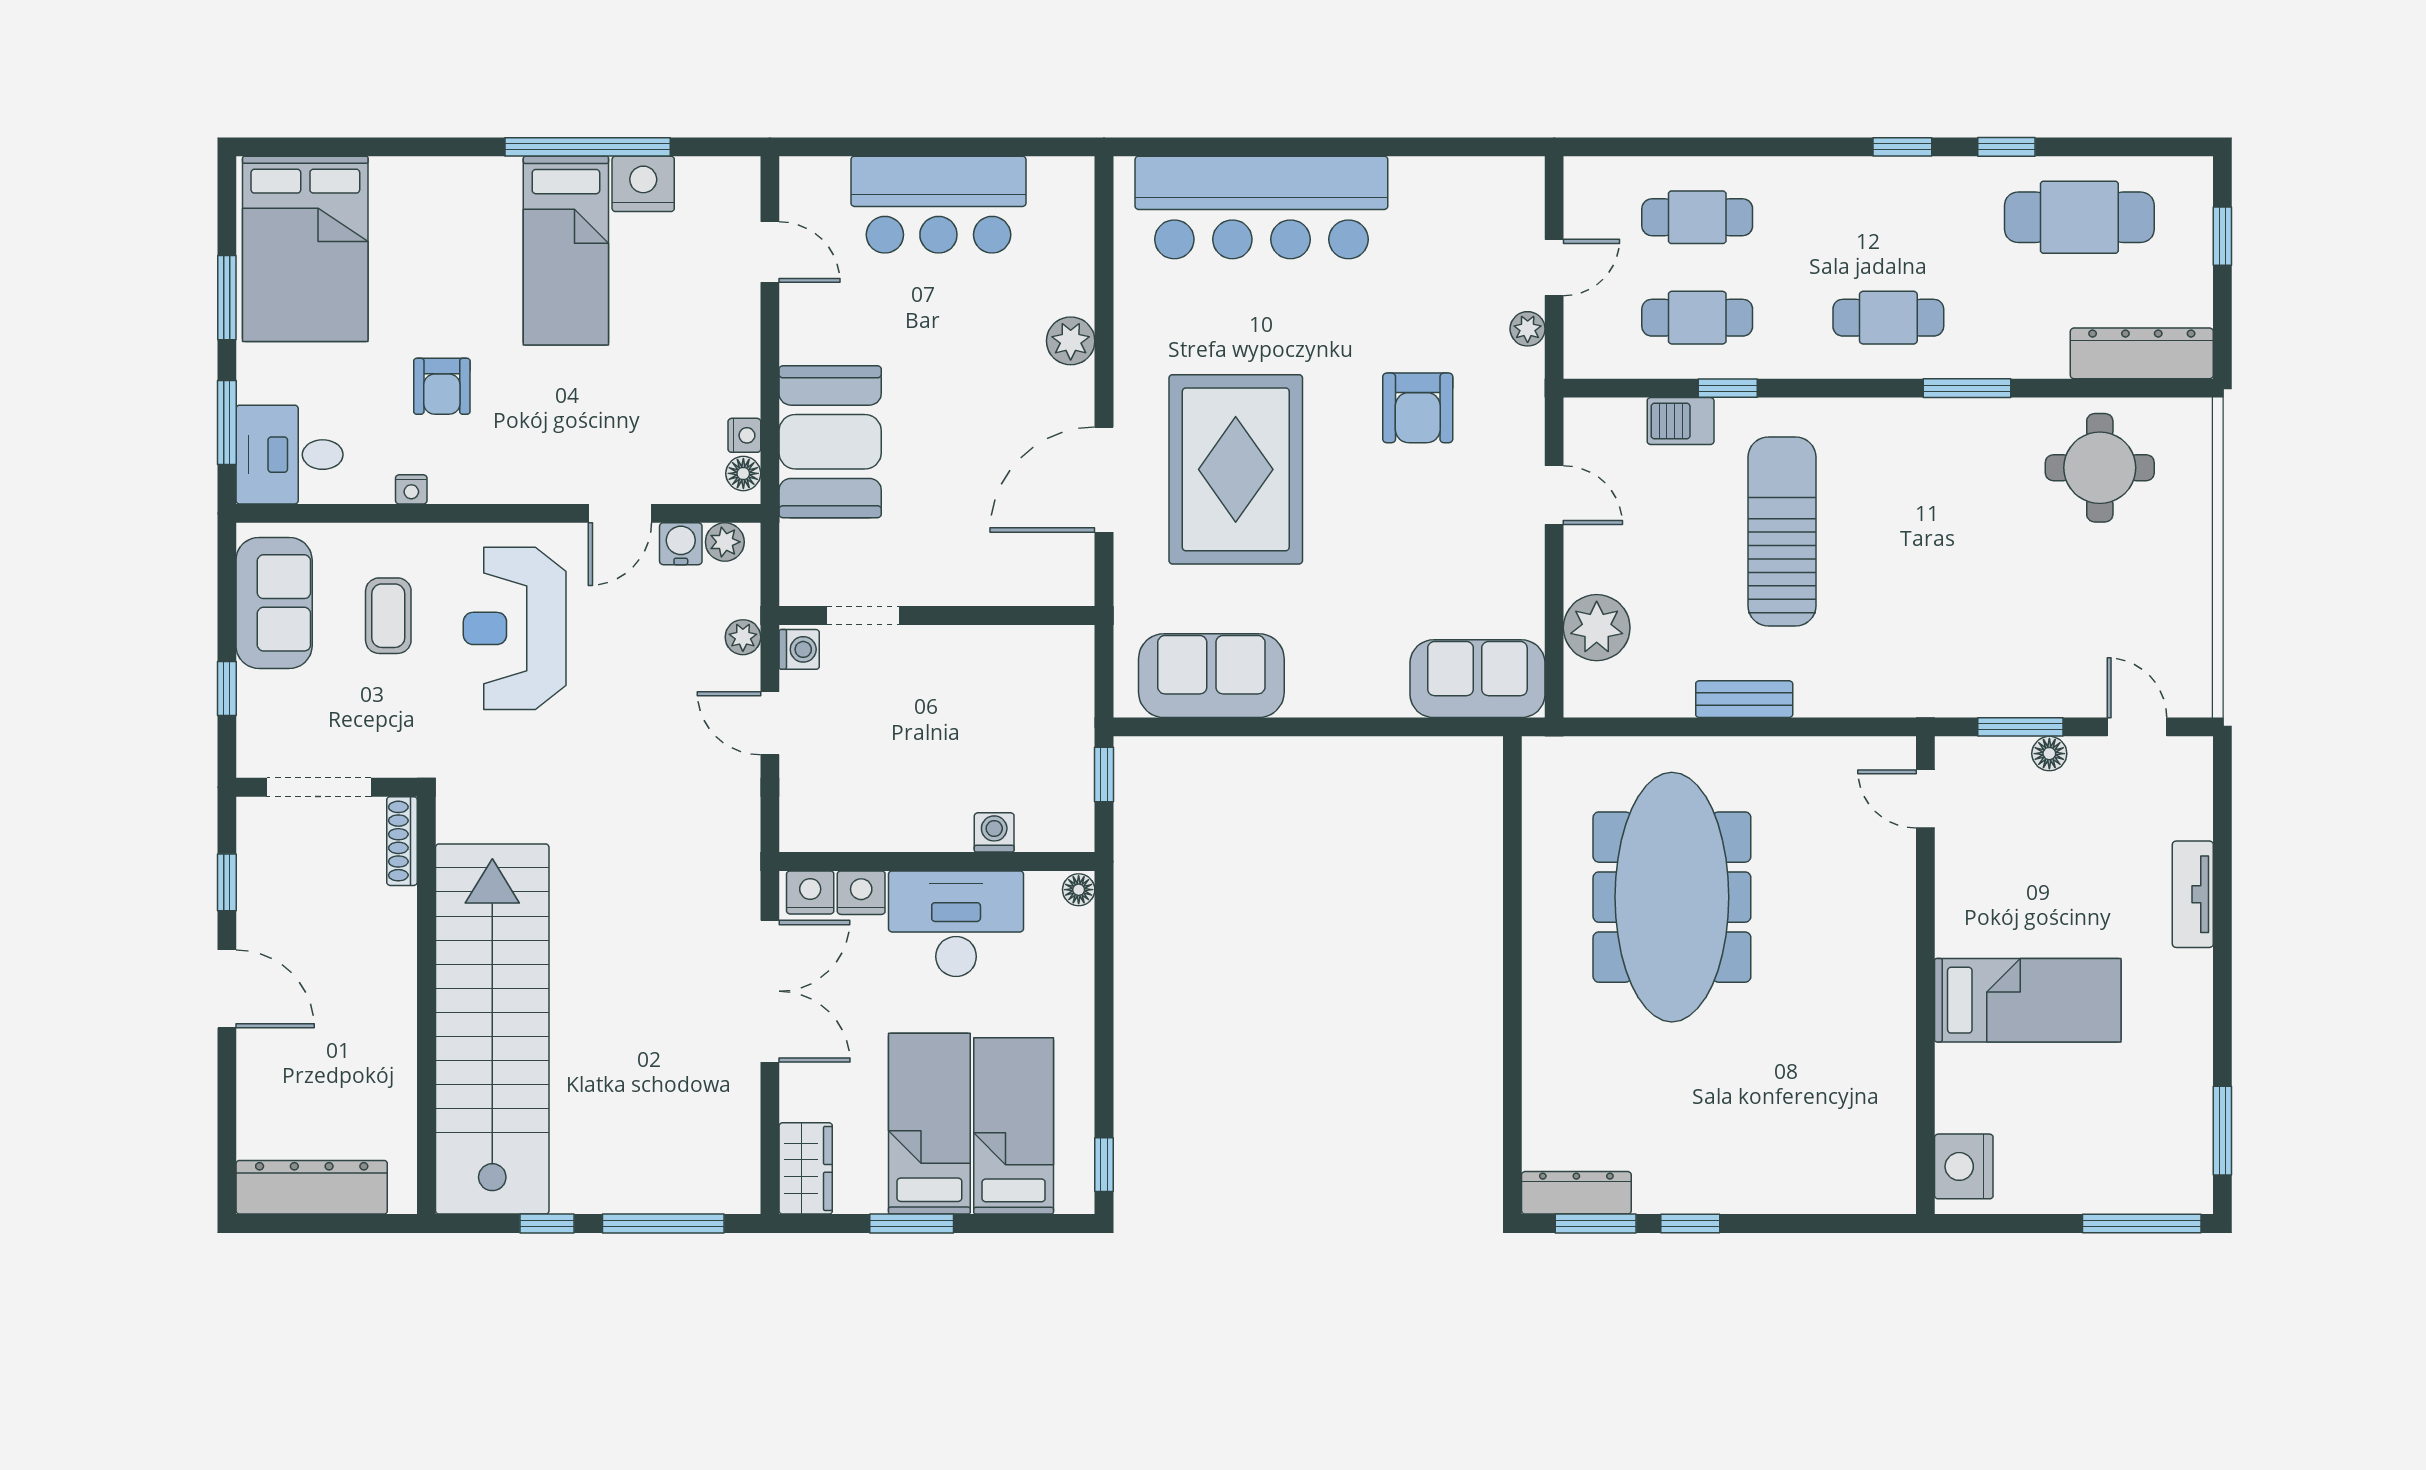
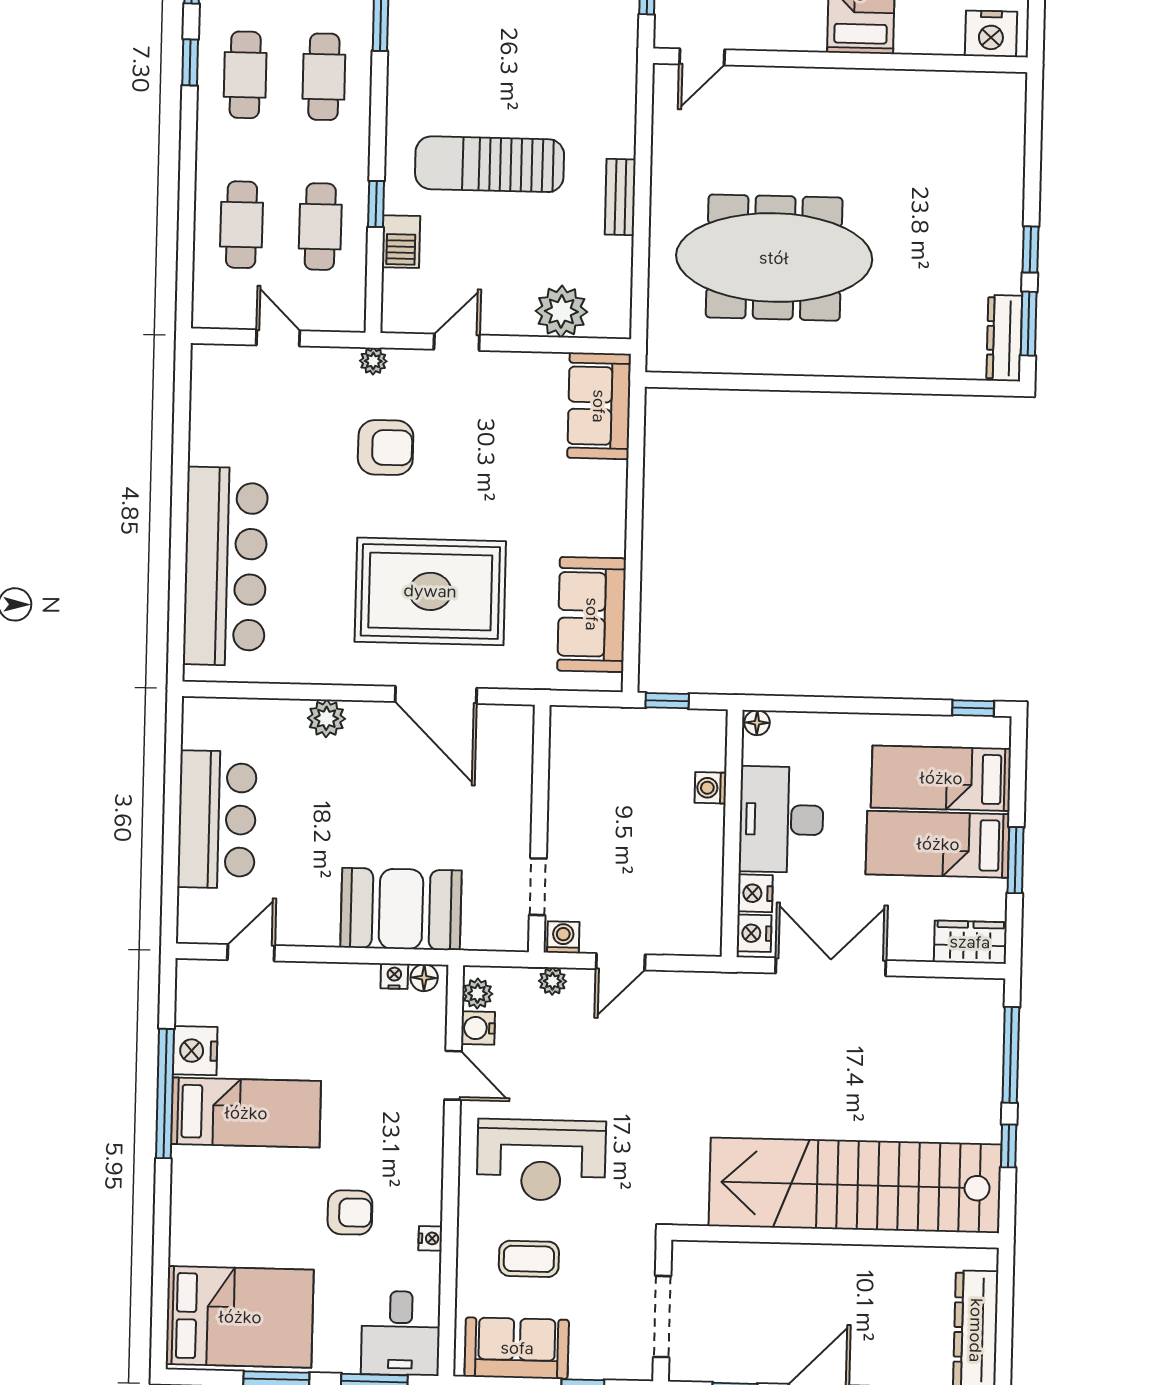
cafe table: (1888, 217) -> (245, 75), added
plant: (1528, 329) -> (373, 361), moved
shoe rack: (402, 841) -> (706, 1252), removed

